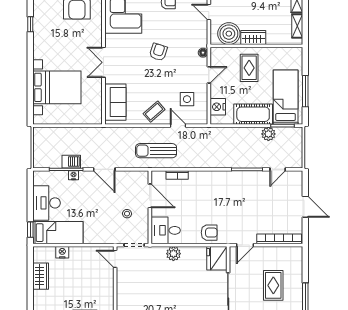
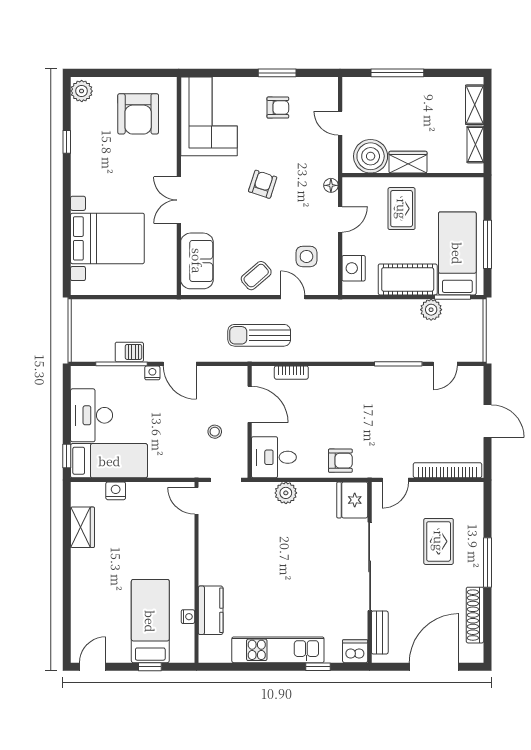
nightstand: (74, 175) -> (152, 373), moved

